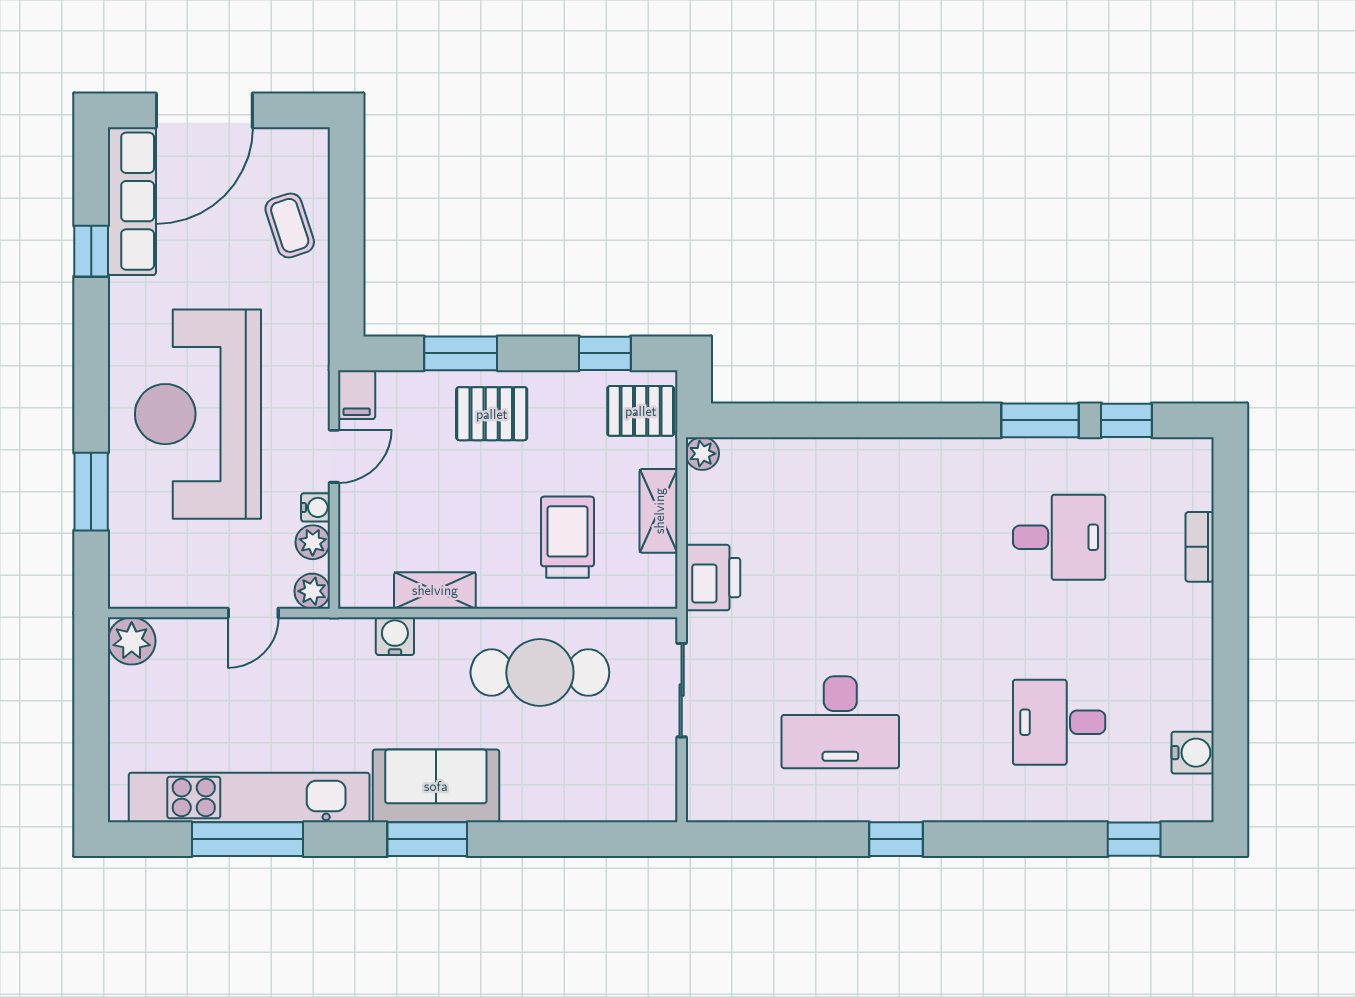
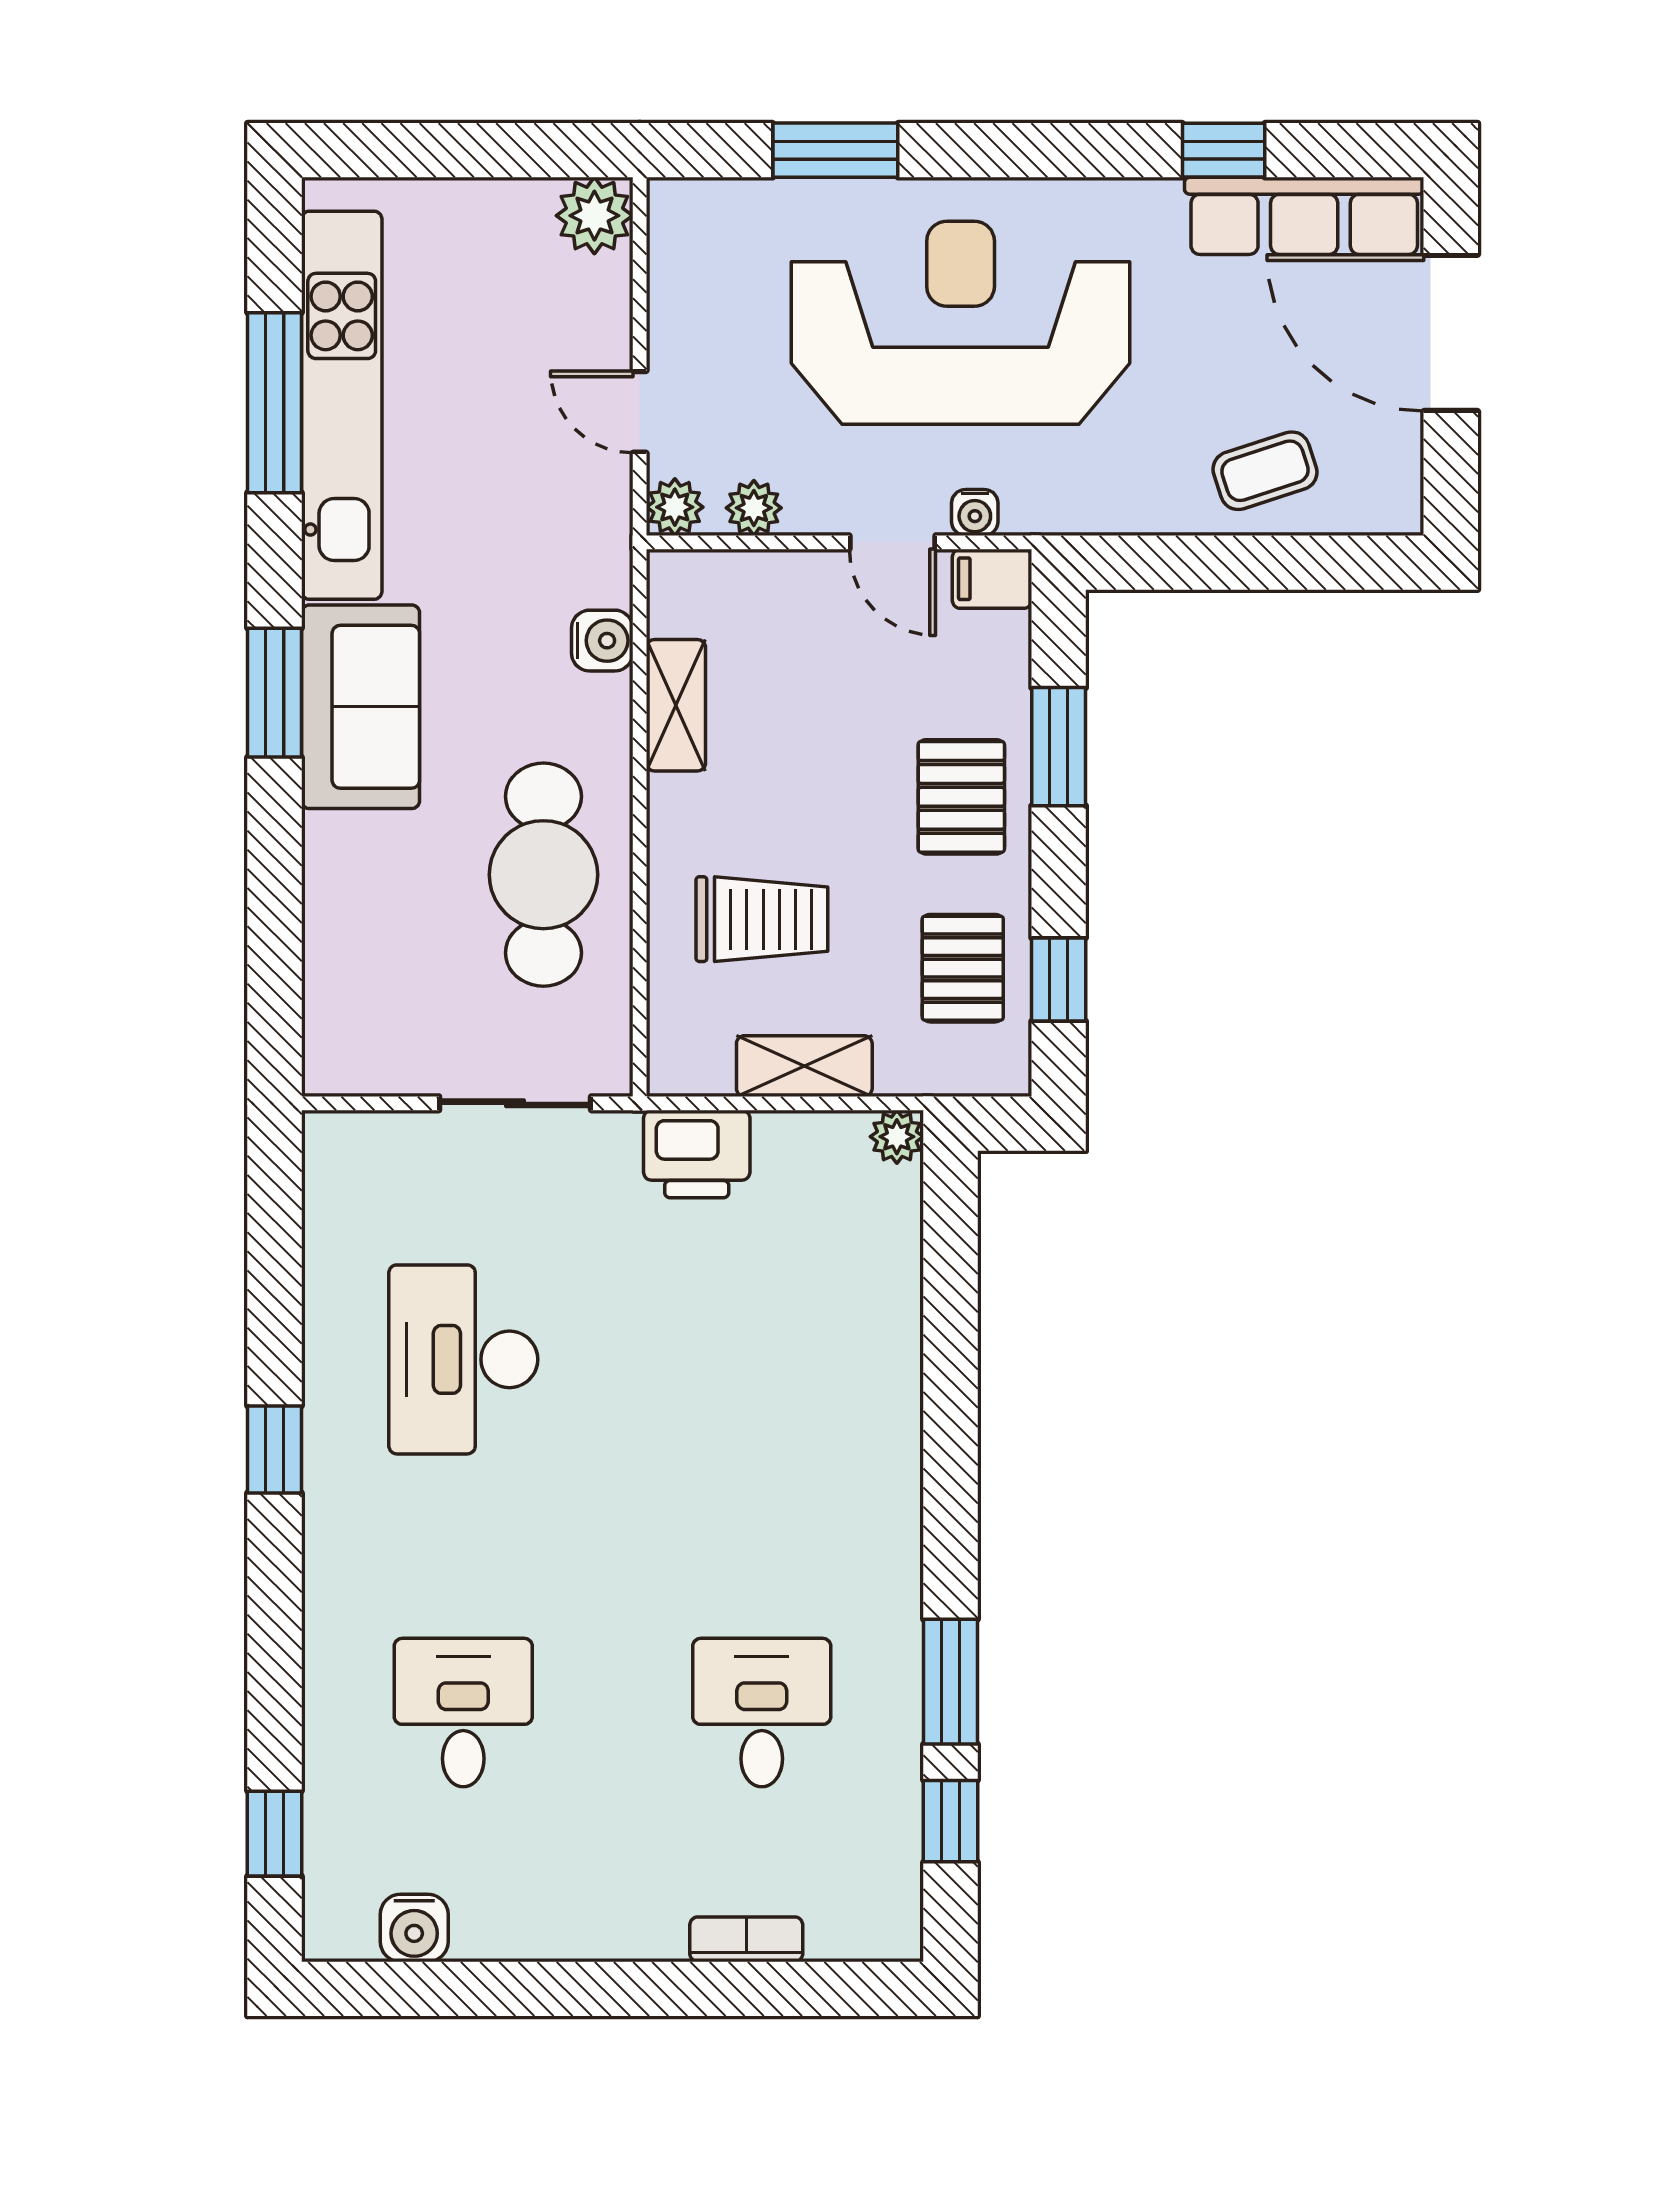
pallet: (641, 411) -> (963, 968), moved
water cooler: (316, 507) -> (975, 512), moved
desk: (1059, 537) -> (762, 1713), turned 180

